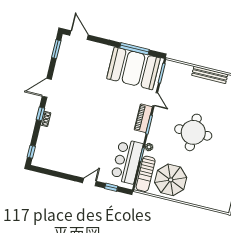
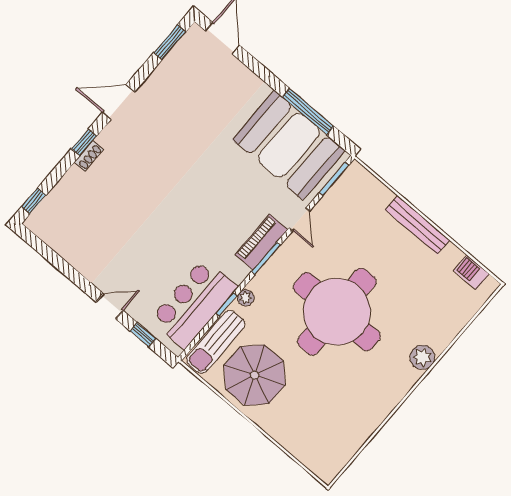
round table: (193, 132) -> (337, 312), width x1.36, depth x1.36

